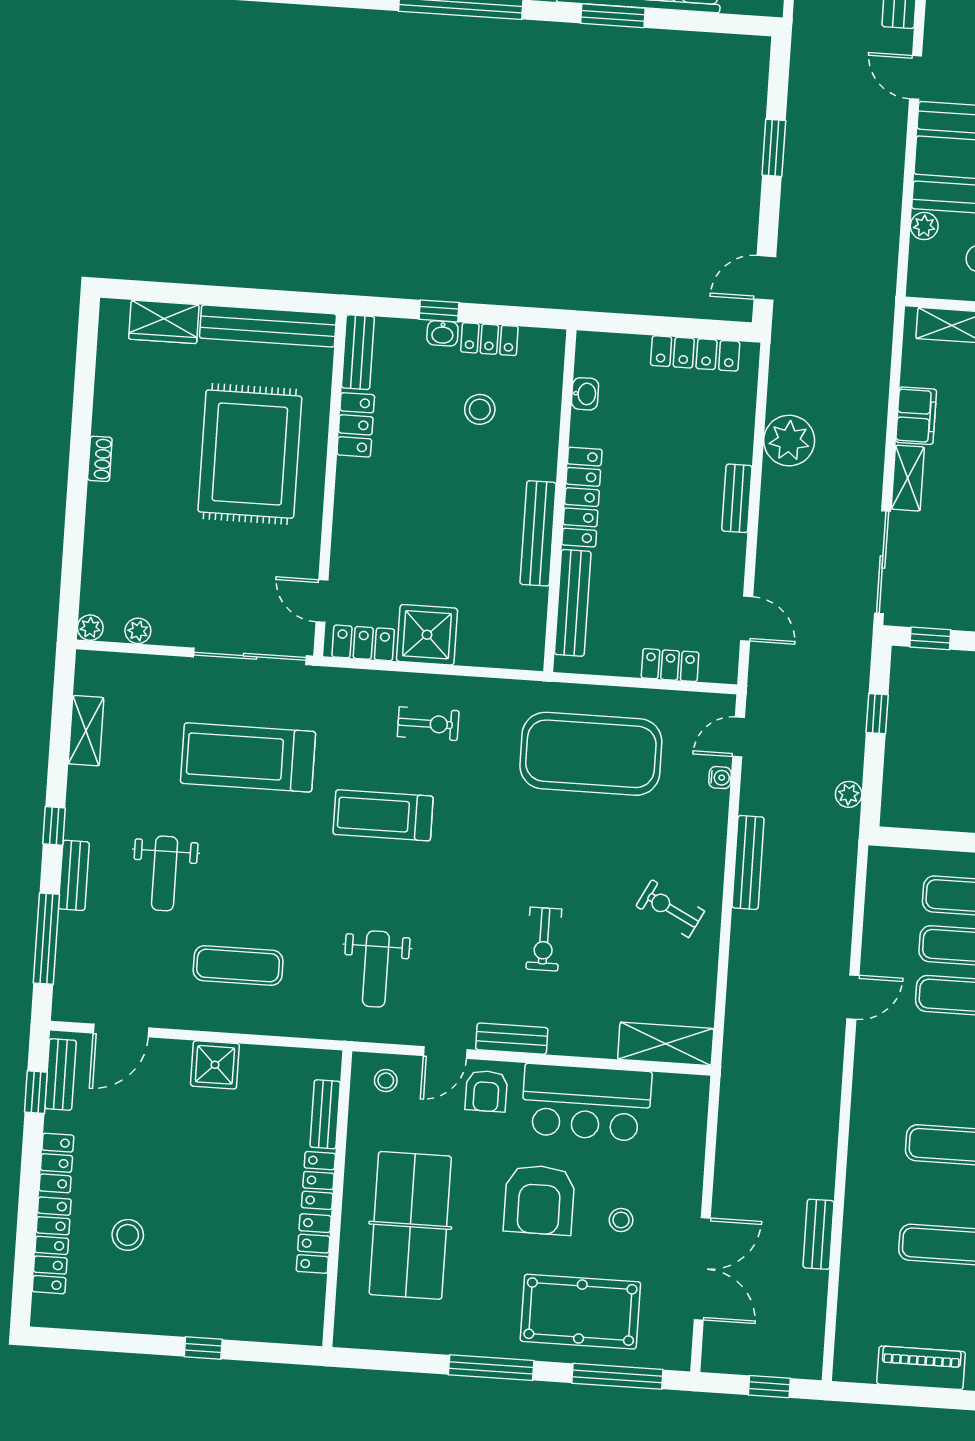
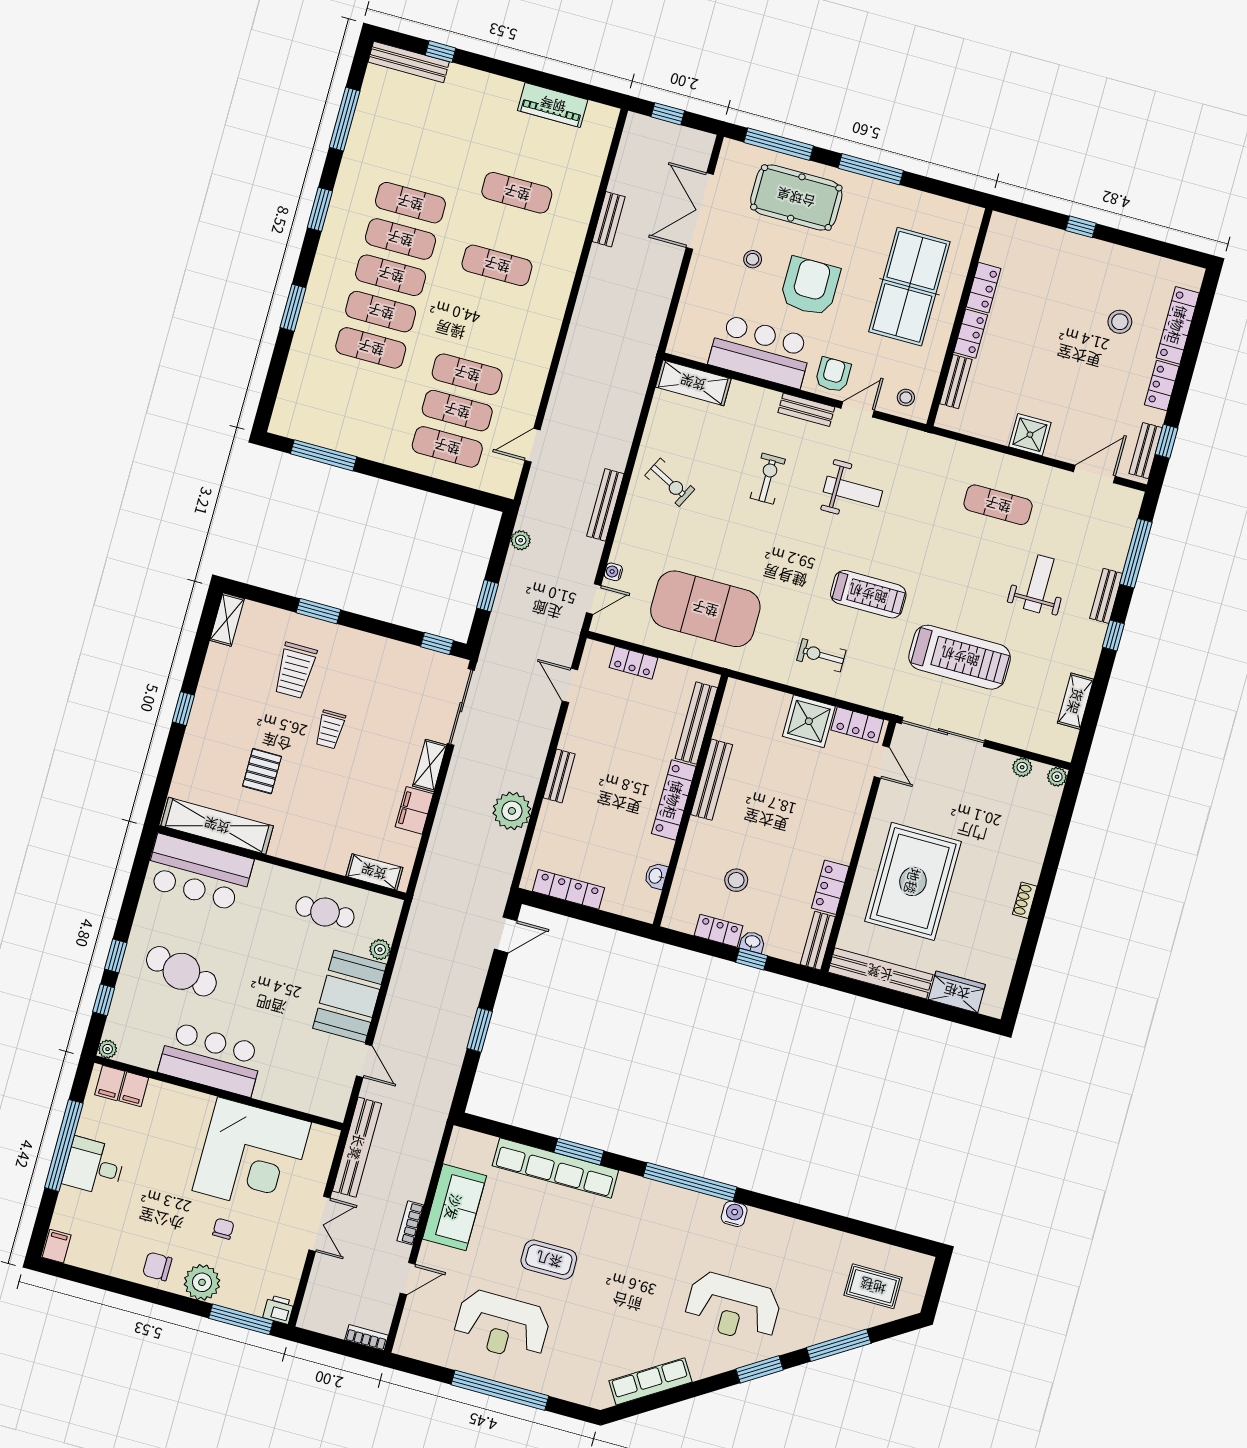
weight bench: (376, 969) -> (853, 491), moved, turned 90
door: (853, 997) -> (533, 445), moved

